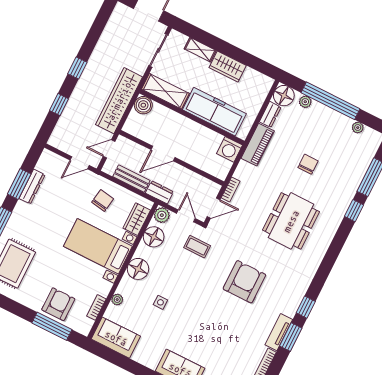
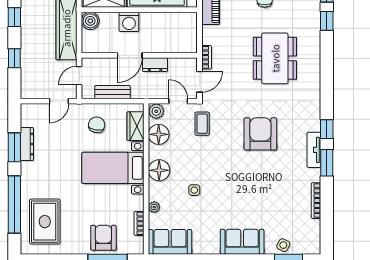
washing machine: (229, 149) -> (129, 22), moved
dresser: (159, 192) -> (155, 65), moved, turned 180
coffee table: (197, 247) -> (202, 124), turned 90
tv unit: (279, 332) -> (314, 150), moved

